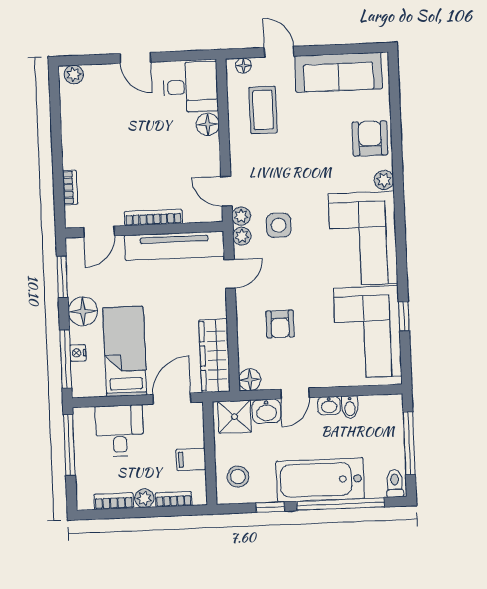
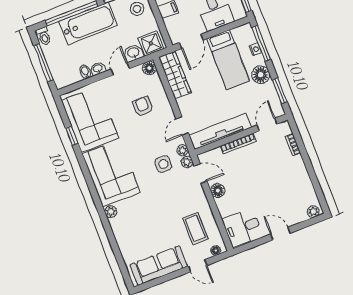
floor lamp: (208, 124) -> (218, 191), moved
armchair: (370, 138) -> (127, 233), removed

